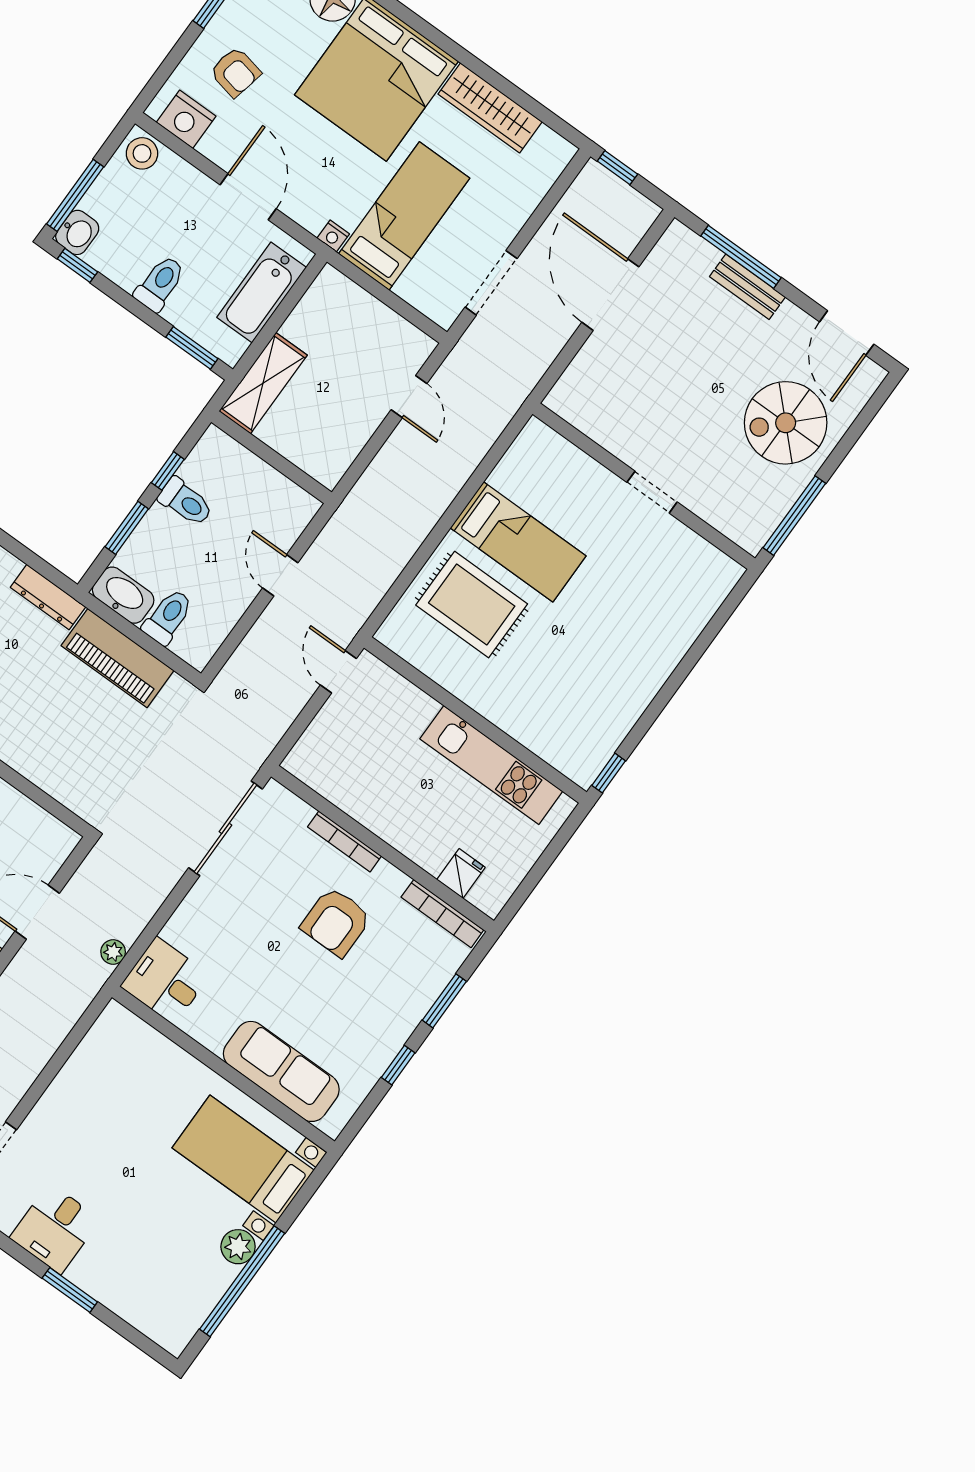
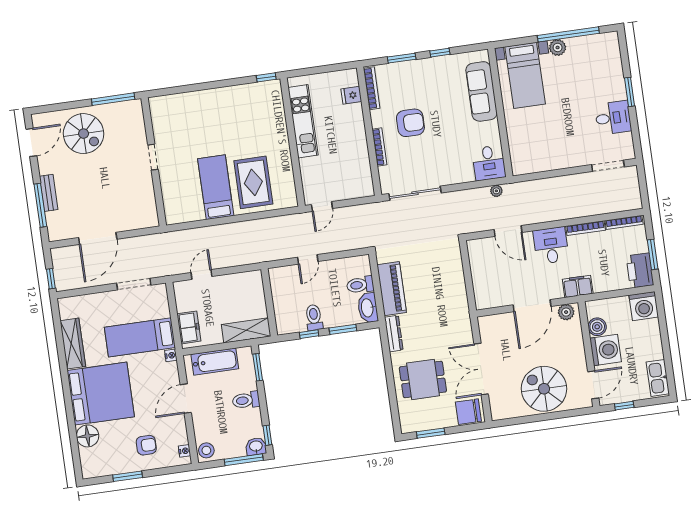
armchair: (235, 72) -> (146, 445), turned 78
nightstand: (186, 119) -> (184, 451), width x0.53, depth x0.56
freezer: (349, 303) -> (189, 327), added

